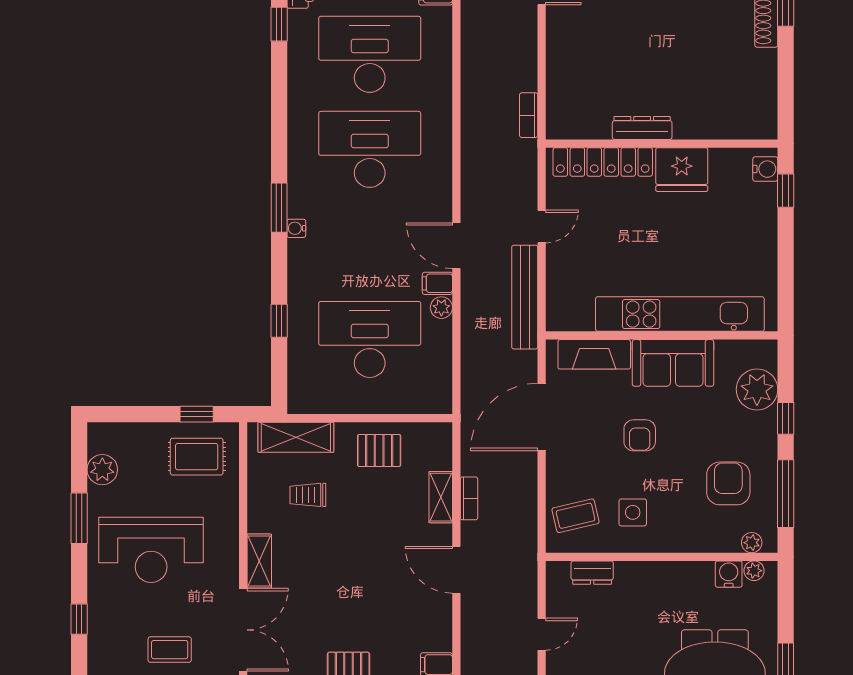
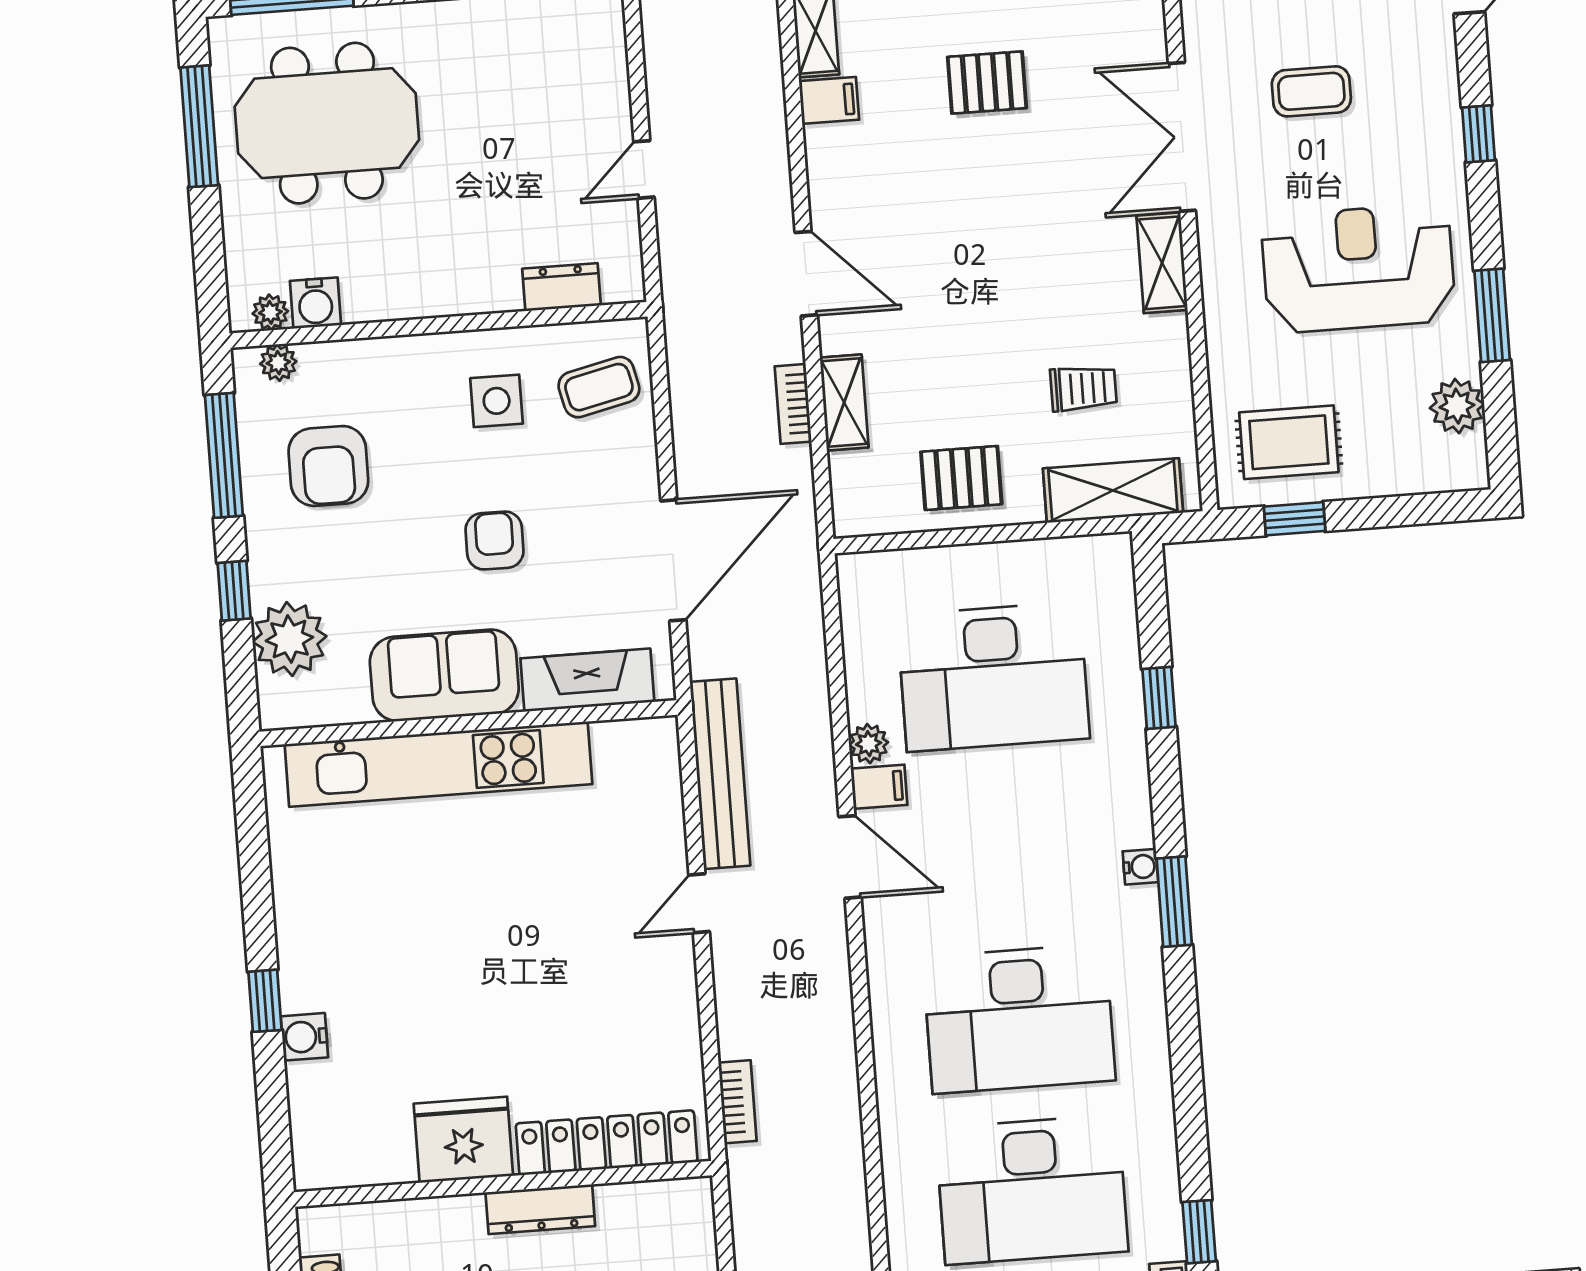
dresser: (642, 128) -> (540, 1209), moved
wall: (662, 144) -> (503, 1184), moved
locker: (603, 162) -> (607, 1143), moved
fridge: (682, 170) -> (463, 1140), moved

